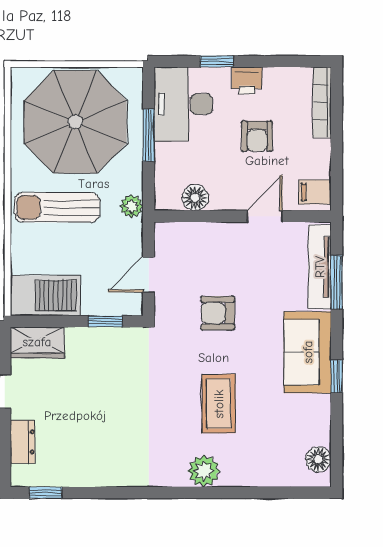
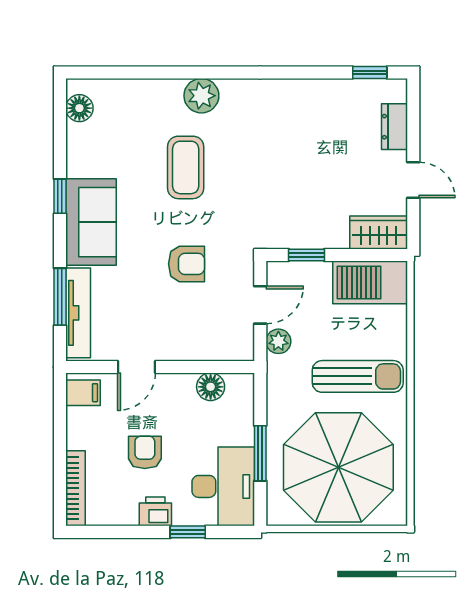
plant: (132, 206) -> (278, 341), moved

